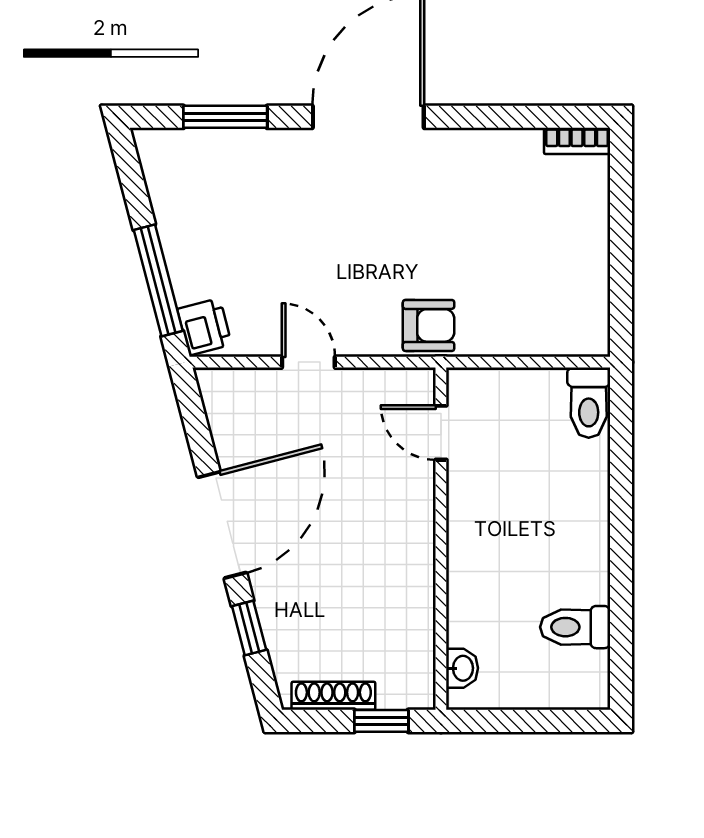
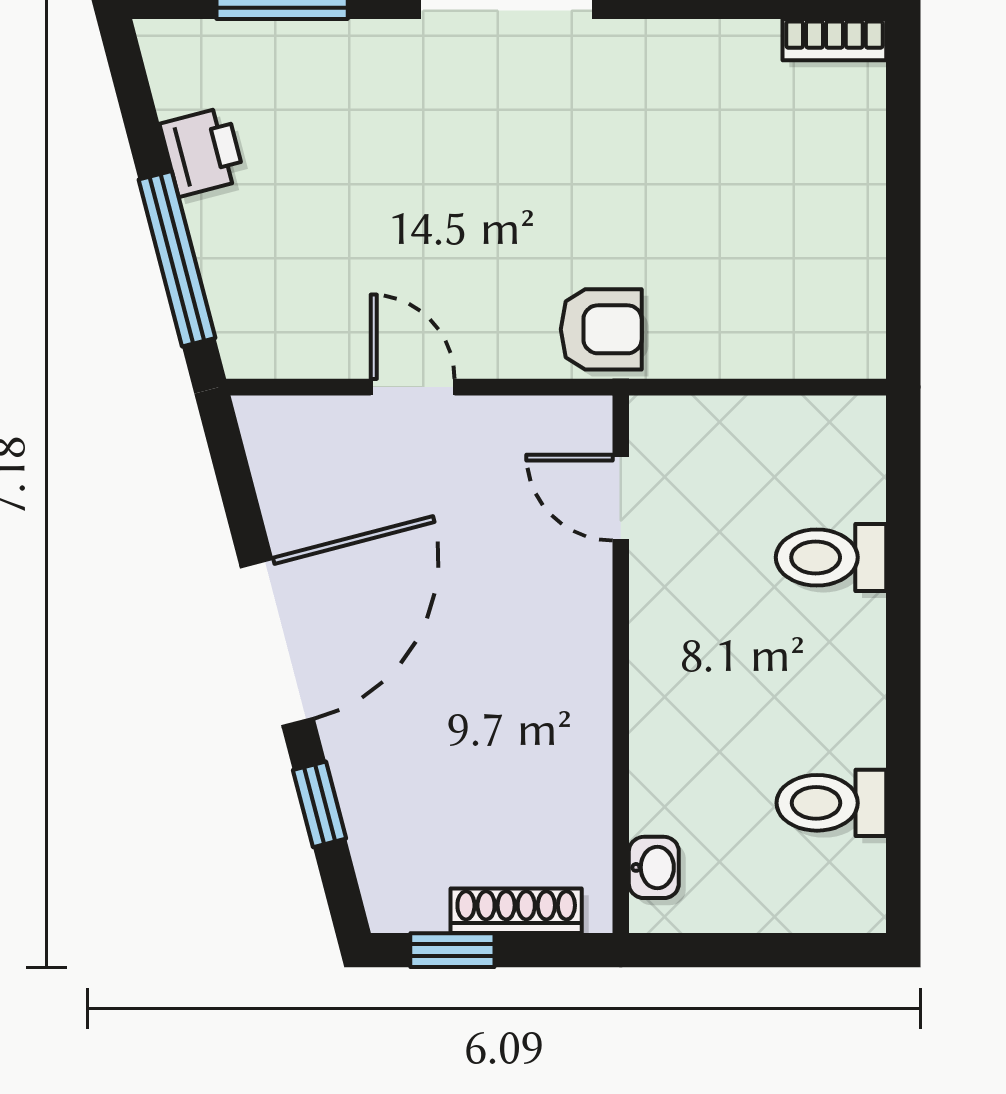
printer: (204, 327) -> (202, 152), moved
toilet: (589, 403) -> (831, 557), moved, turned 90
shoe rack: (333, 696) -> (516, 911), moved
window: (381, 721) -> (452, 950), moved

